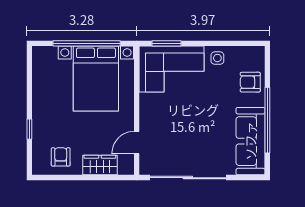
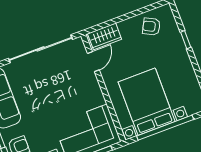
armchair: (61, 157) -> (151, 26), turned 117
wardrobe: (100, 165) -> (105, 36), moved

